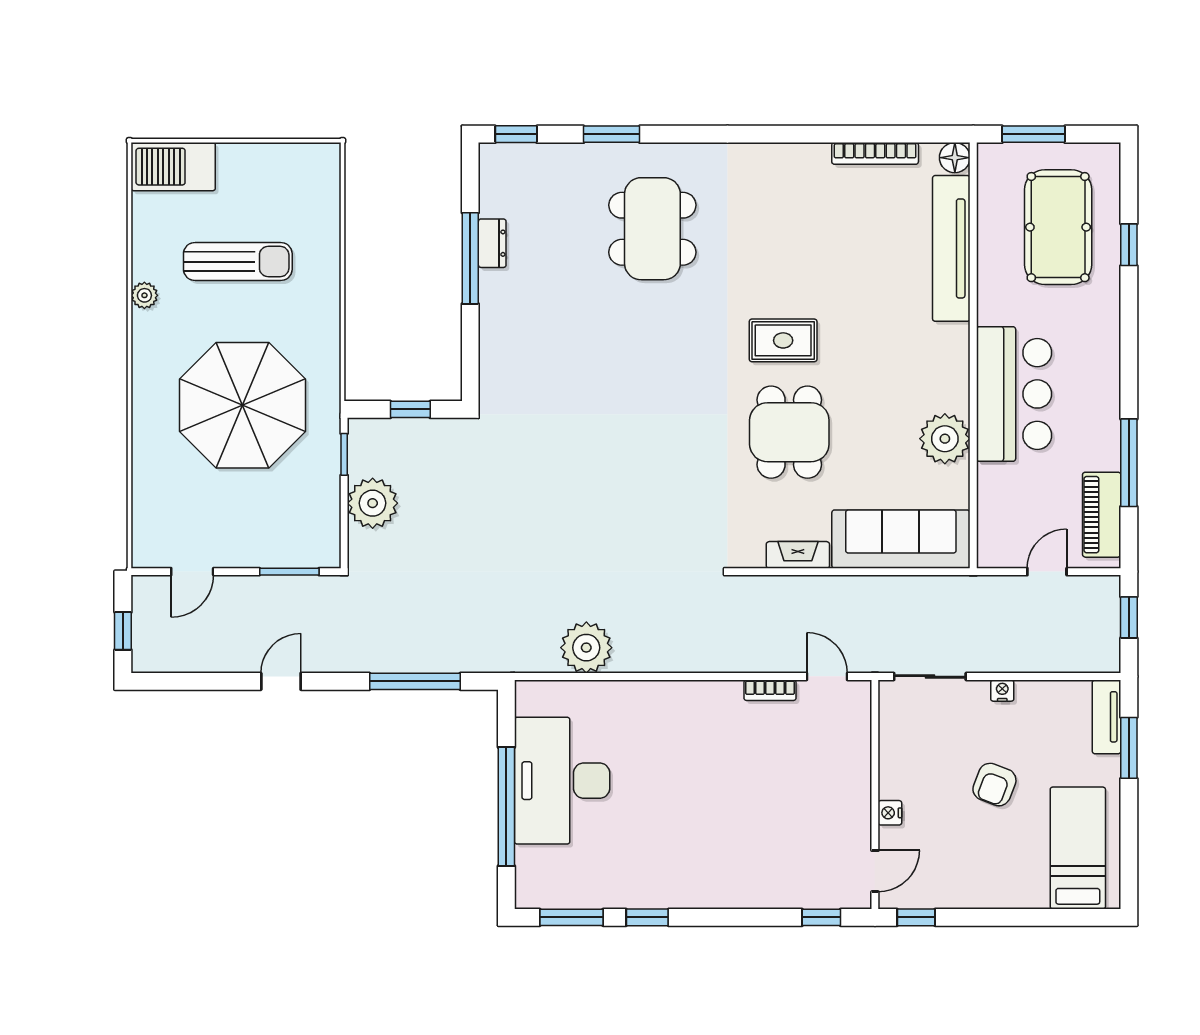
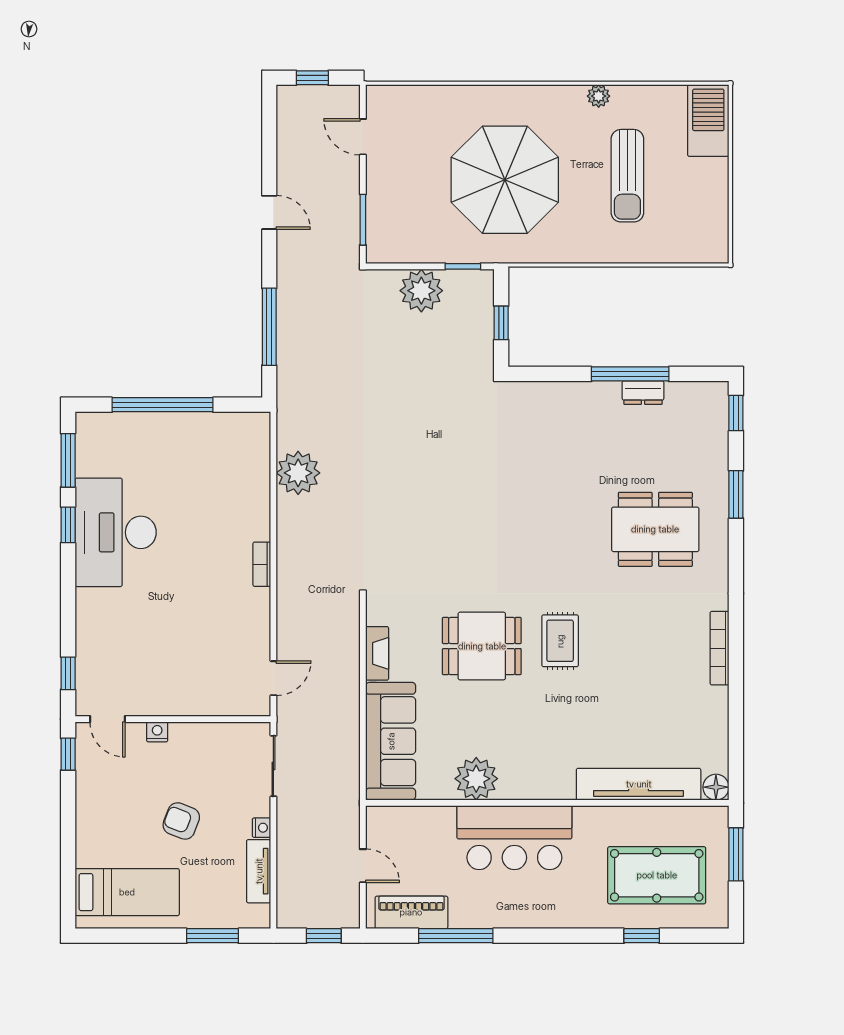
bookcase: (875, 153) -> (720, 648), moved
bookcase: (770, 690) -> (262, 564), moved
tv unit: (1107, 717) -> (259, 871), moved, turned -90
desk: (562, 781) -> (116, 532), moved, turned -90

